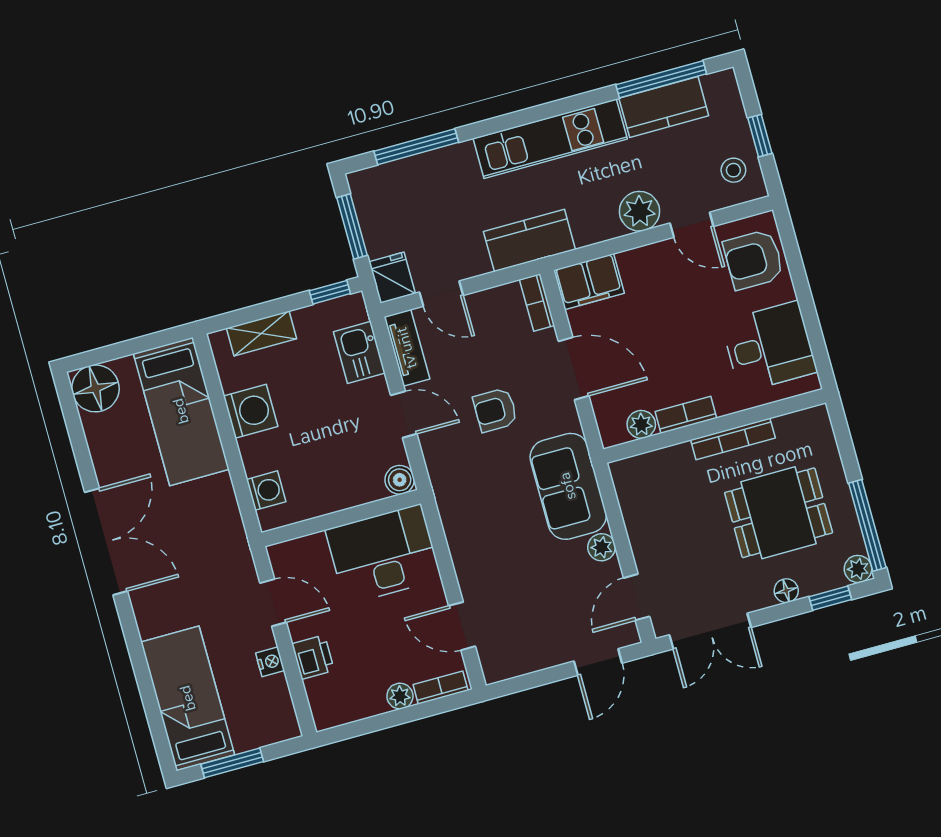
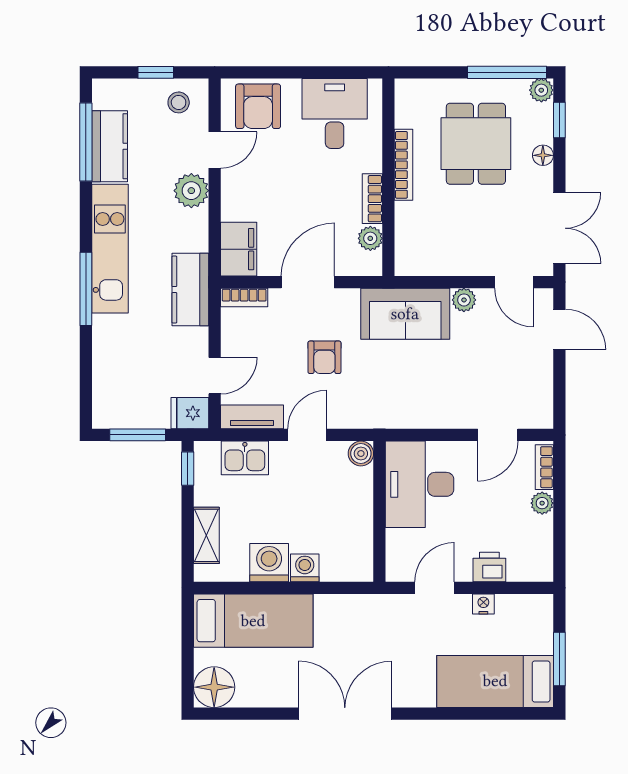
window: (416, 147) -> (86, 289), moved
washing machine: (266, 491) -> (305, 568), moved

